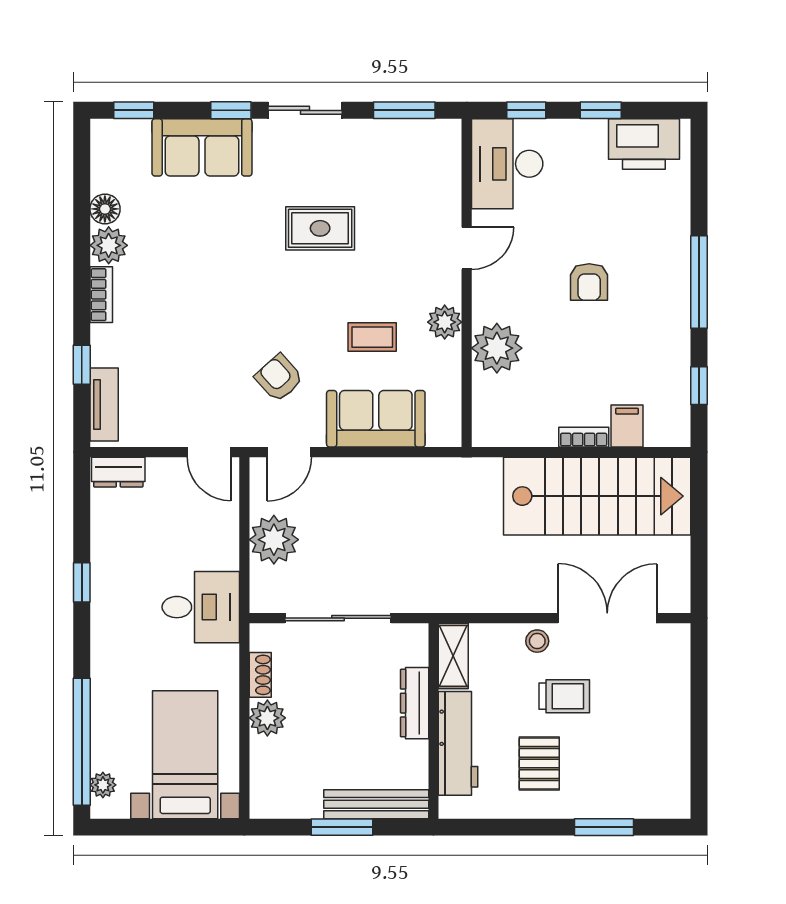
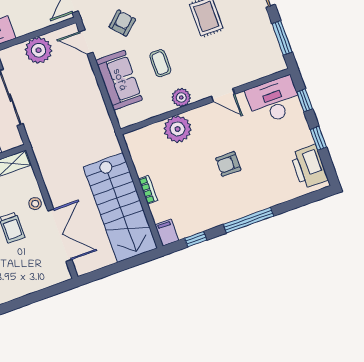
filing cabinet: (627, 426) -> (167, 233), moved, turned -90

